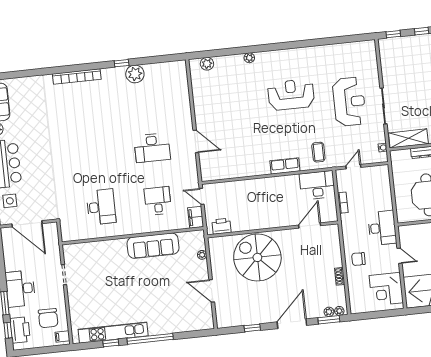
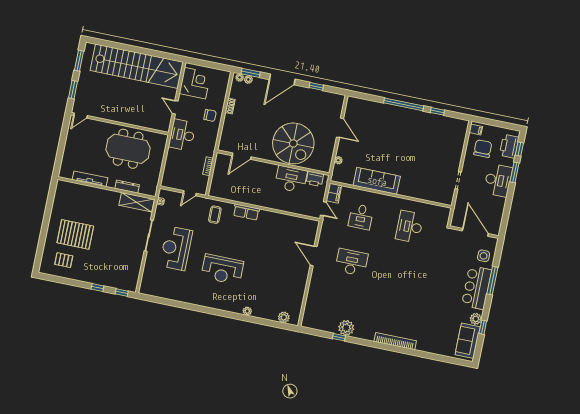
window: (122, 63) -> (339, 337), moved
desk: (317, 185) -> (291, 179), moved, turned 180
kitchen unit: (113, 333) -> (433, 119), removed

